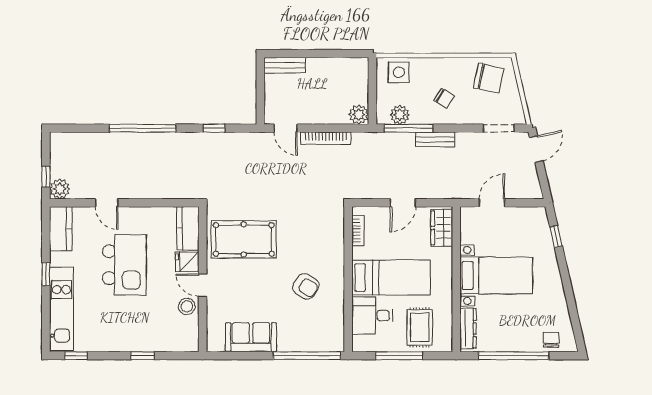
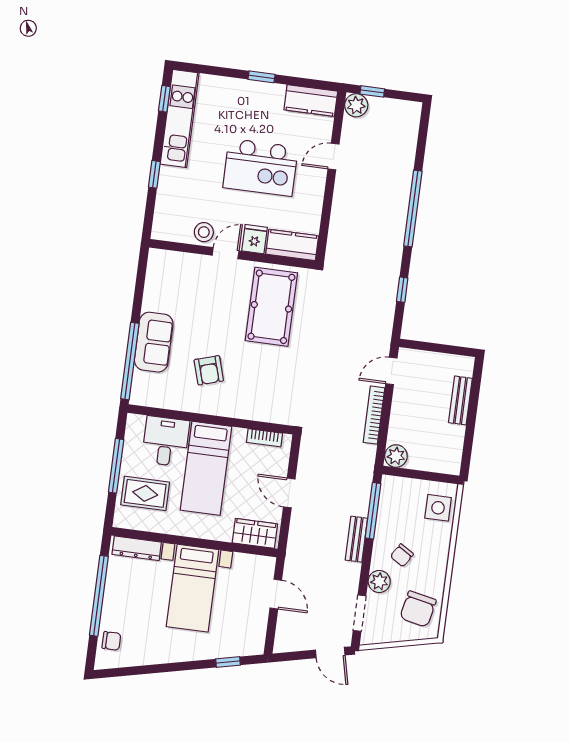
bench: (285, 65) -> (460, 400), moved
plant: (400, 115) -> (379, 581), moved
armchair: (306, 286) -> (209, 370), turned -50
kitchen unit: (61, 309) -> (180, 119), moved, turned -90
sofa: (251, 337) -> (154, 342), moved

